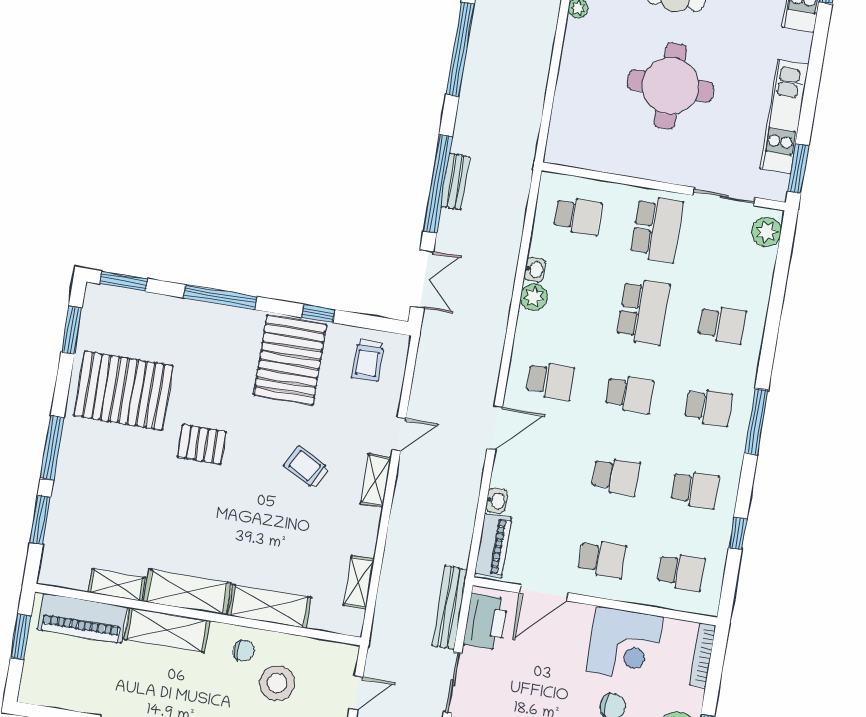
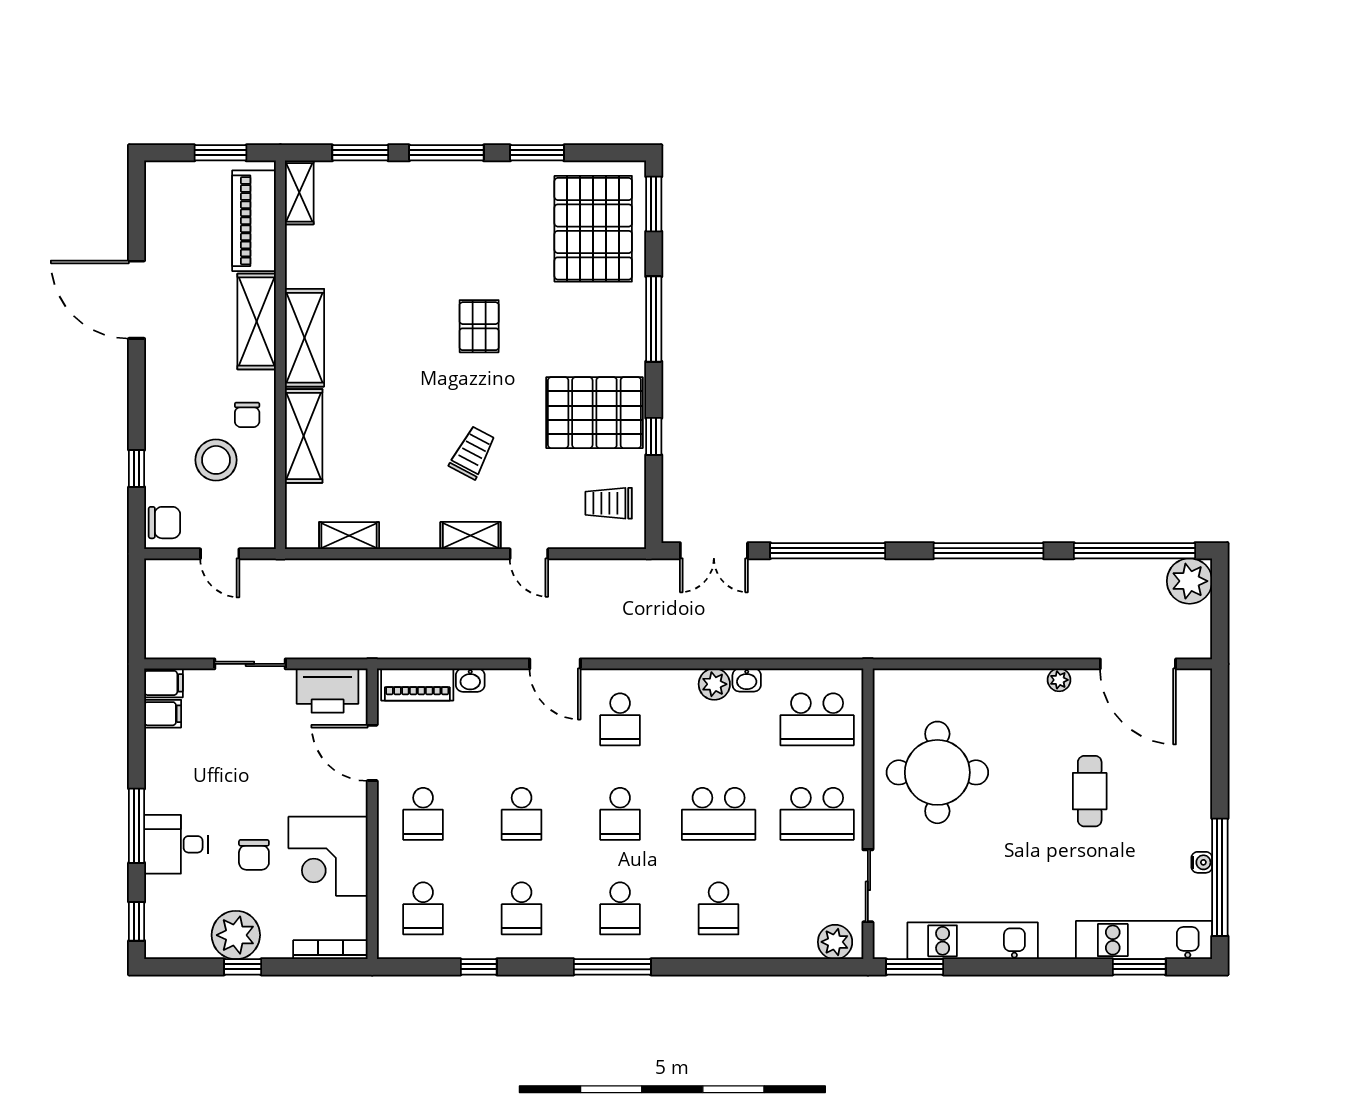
round table: (670, 86) -> (937, 772), moved
bench: (455, 182) -> (834, 571), removed
school desk: (578, 216) -> (817, 719), width x1.85
window: (72, 330) -> (537, 153), moved
pallet: (123, 391) -> (593, 229), moved
shelving: (117, 585) -> (299, 192), moved
bench: (450, 607) -> (337, 646), removed

